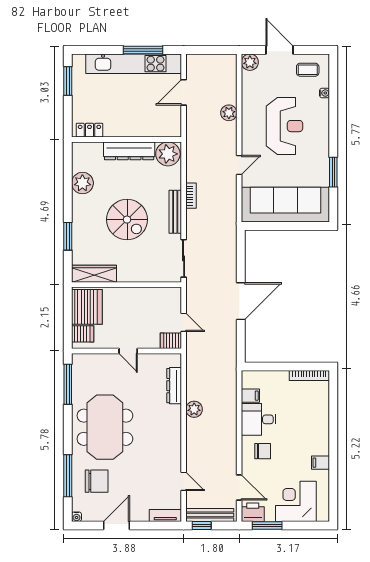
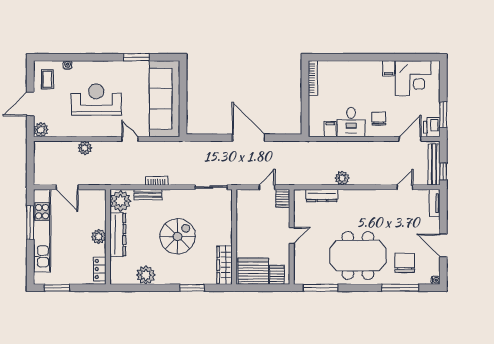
plant: (127, 129) -> (99, 236), added
bench: (175, 212) -> (148, 195), moved, width x0.73
corner desk: (296, 501) -> (413, 78), moved, turned -90

